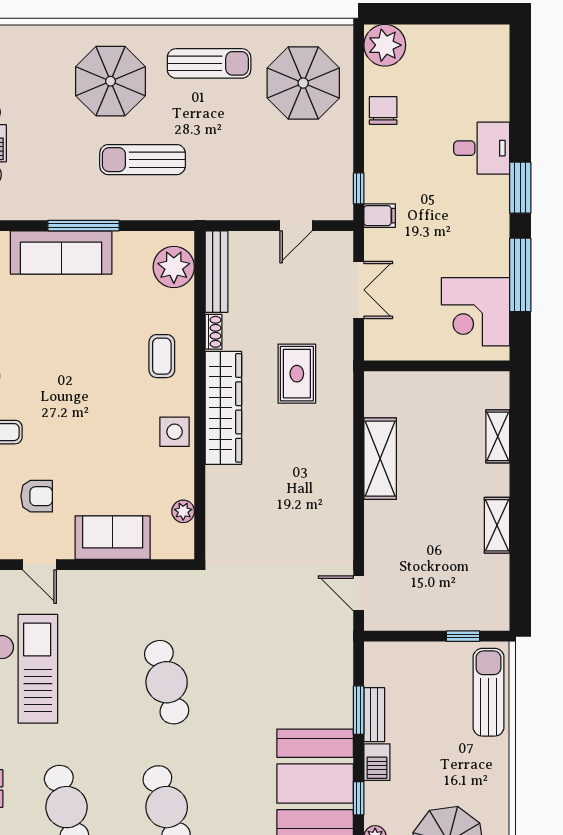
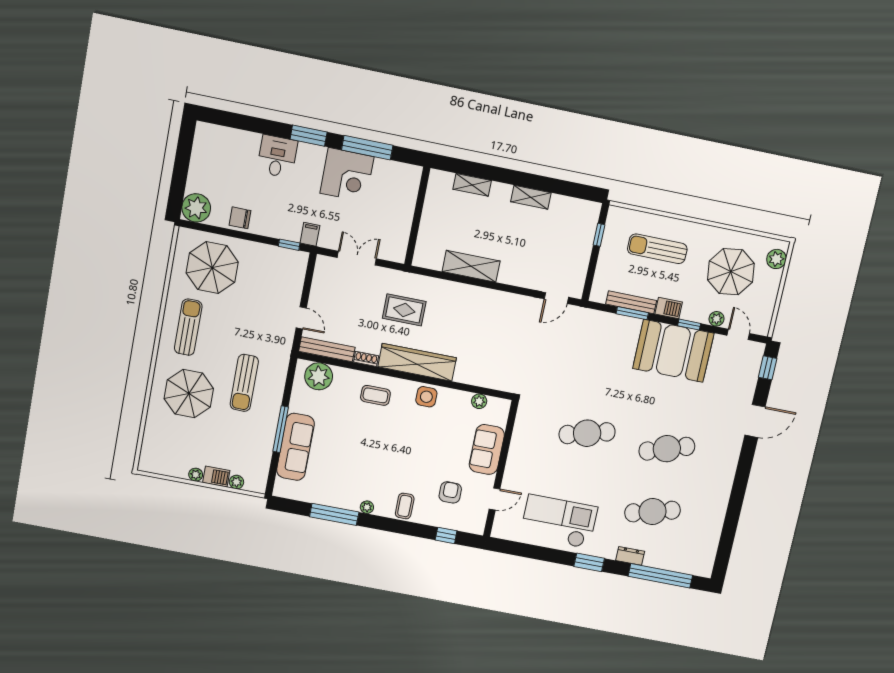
door: (296, 226) -> (301, 318), moved
corner desk: (476, 312) -> (347, 175), moved
sun lounger: (489, 692) -> (657, 249), moved
bench: (374, 715) -> (631, 302), width x1.36

